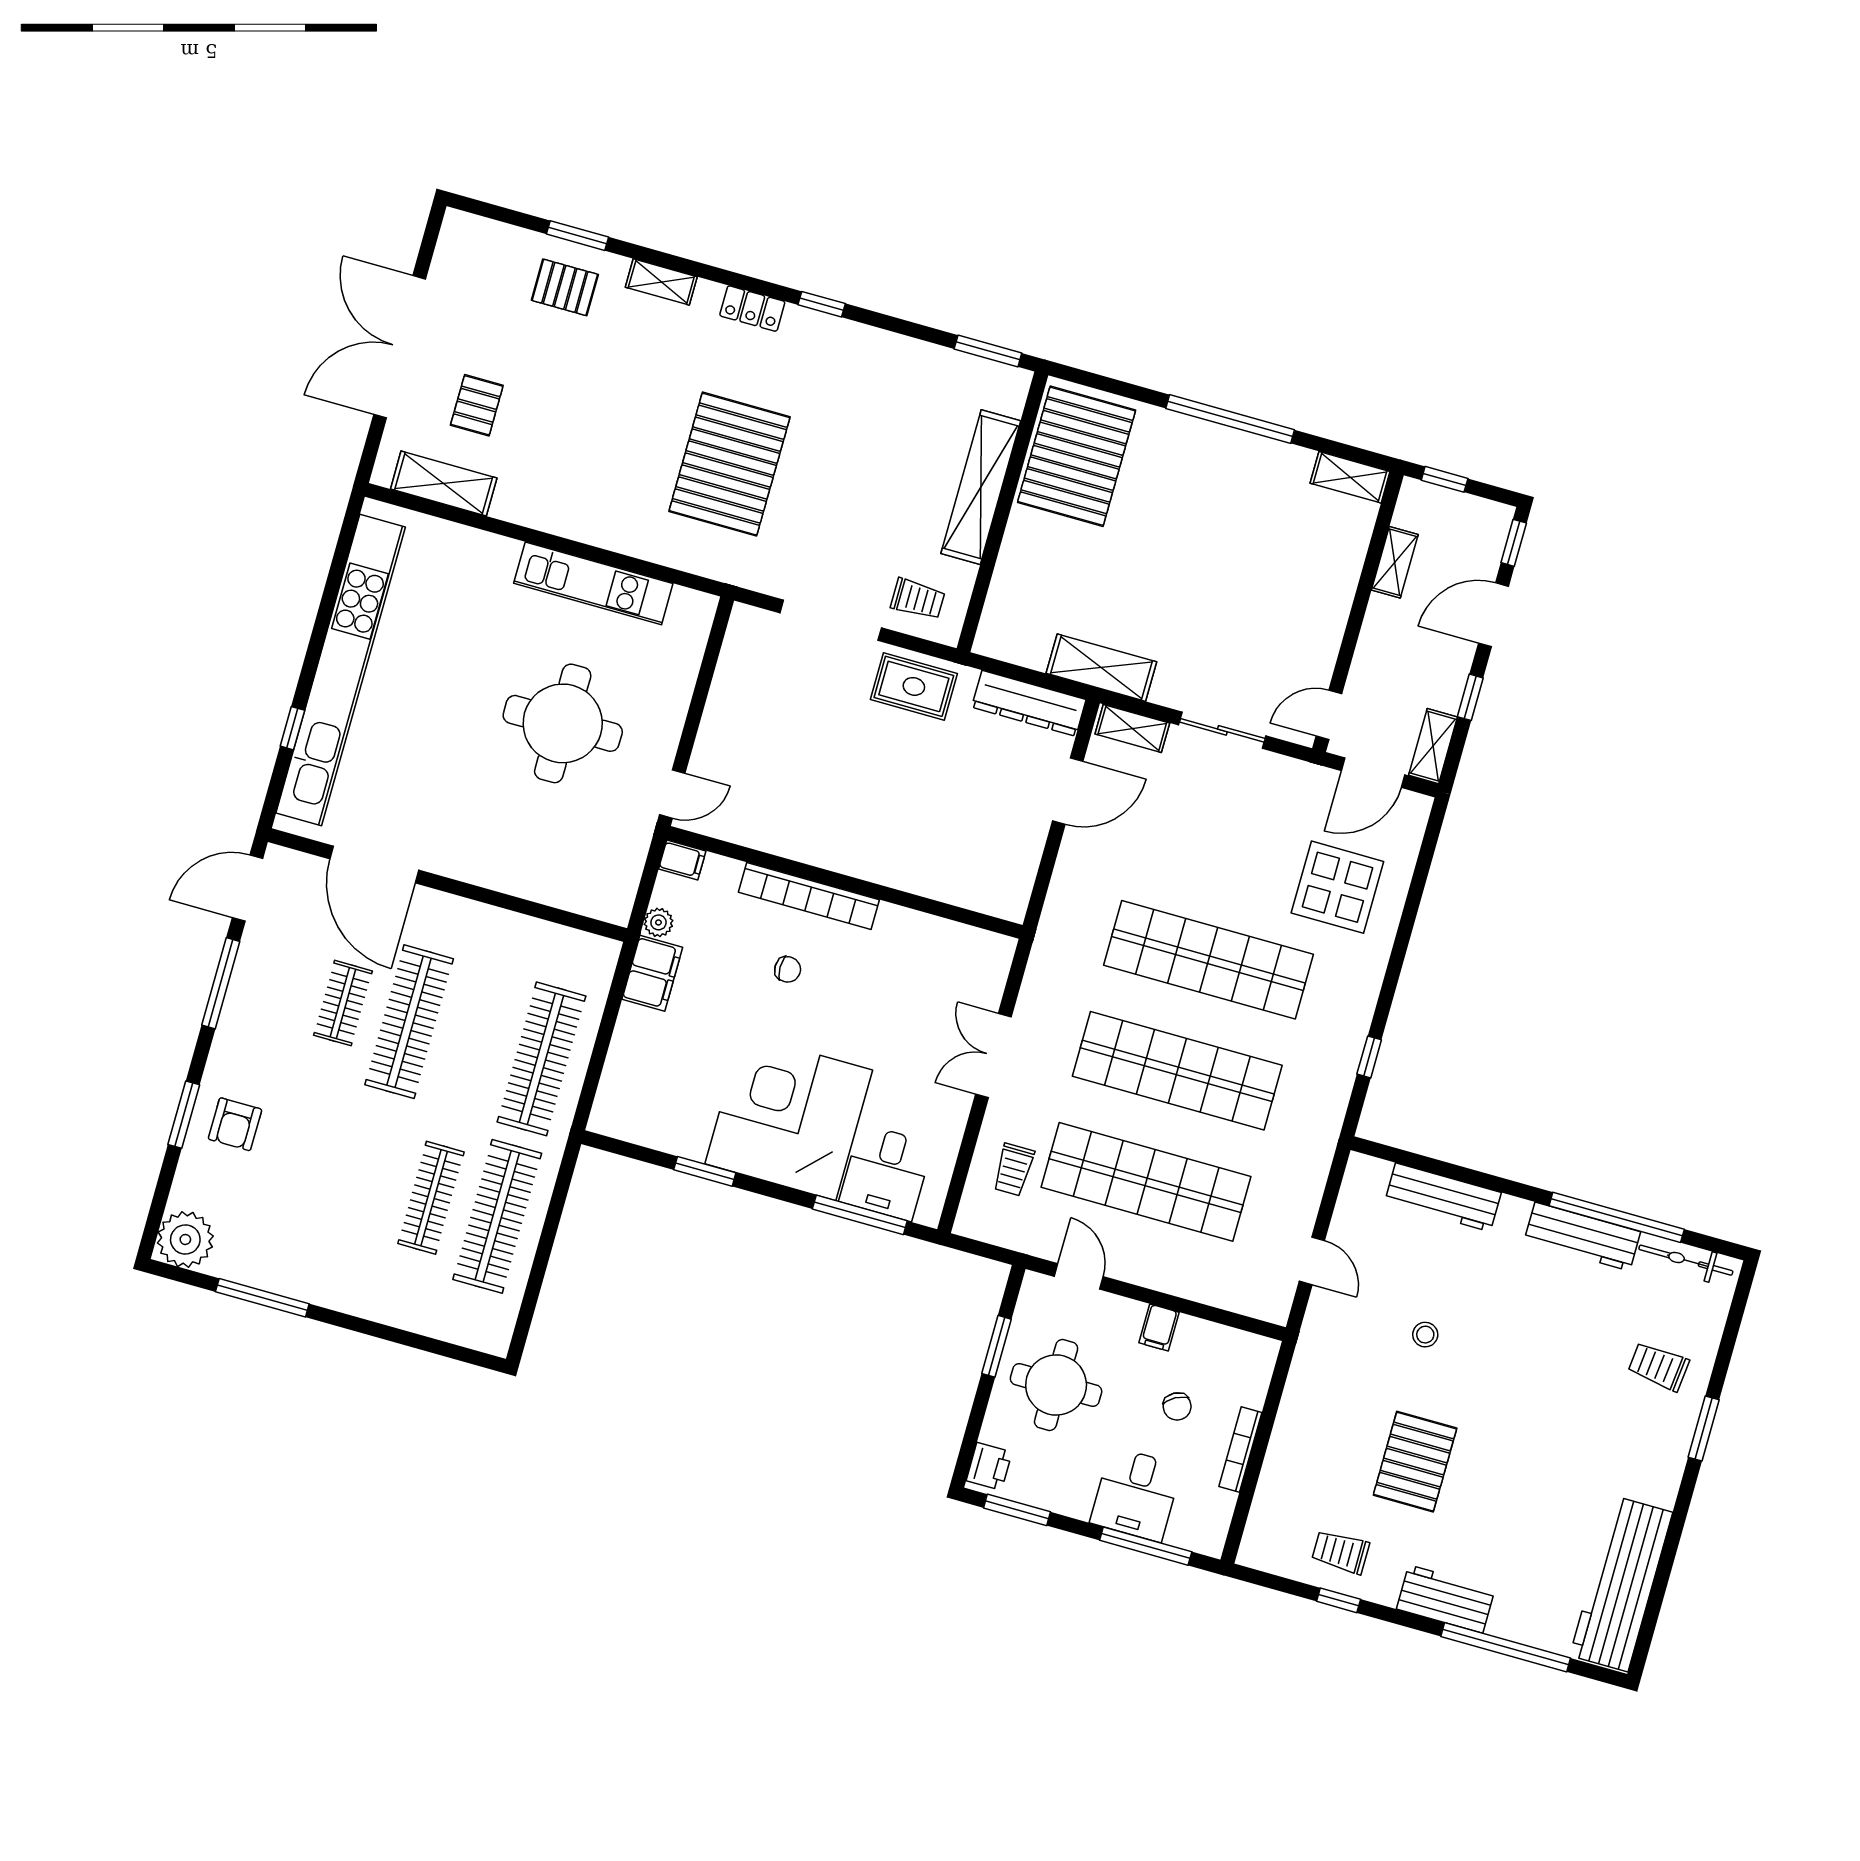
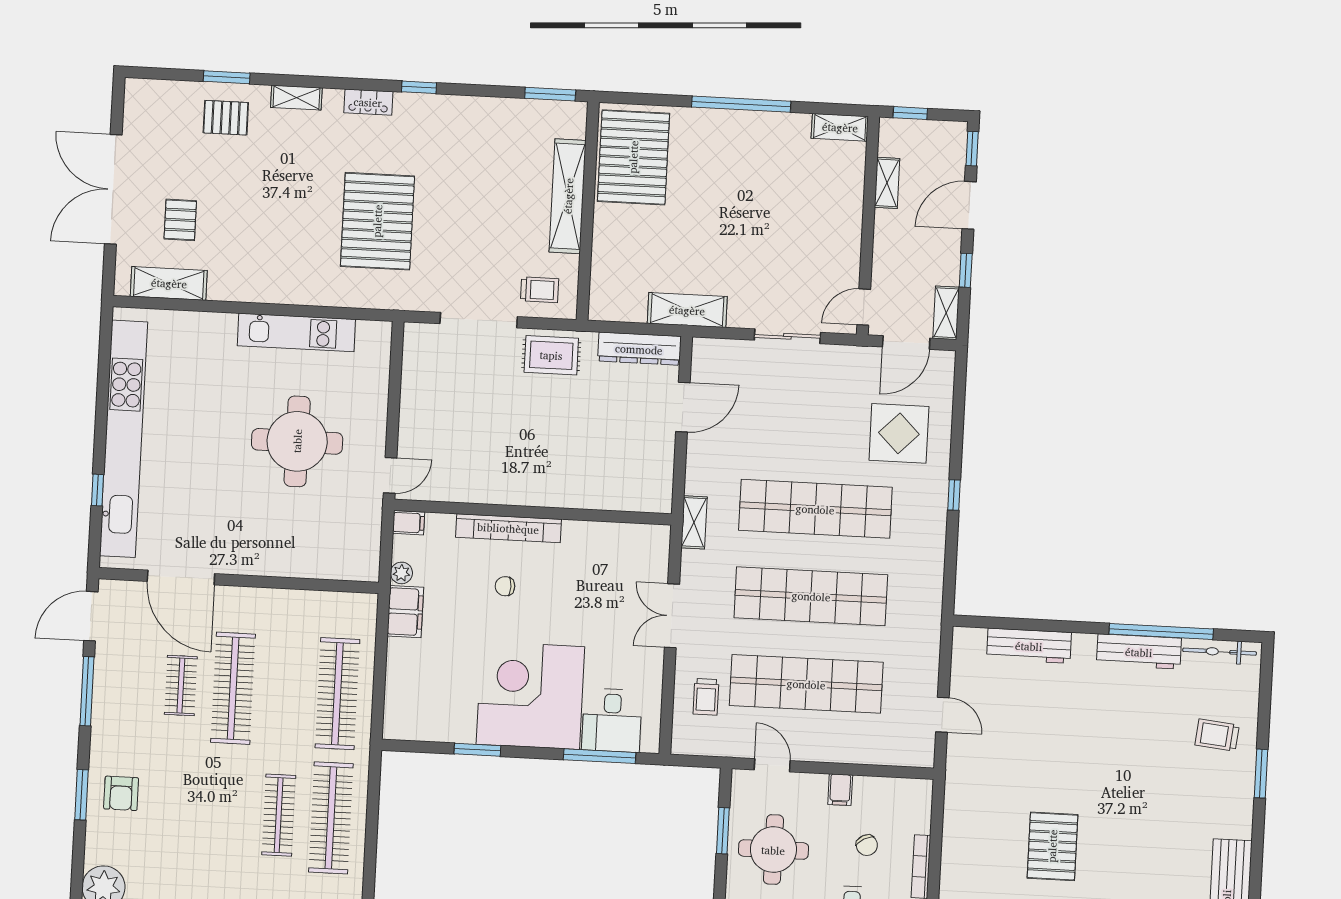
shelving: (1132, 728) -> (694, 522), moved, turned 90
chair: (788, 969) -> (505, 586), turned 180
window: (1369, 1057) -> (954, 495), moved
stool: (1425, 1335) -> (1039, 750), removed

